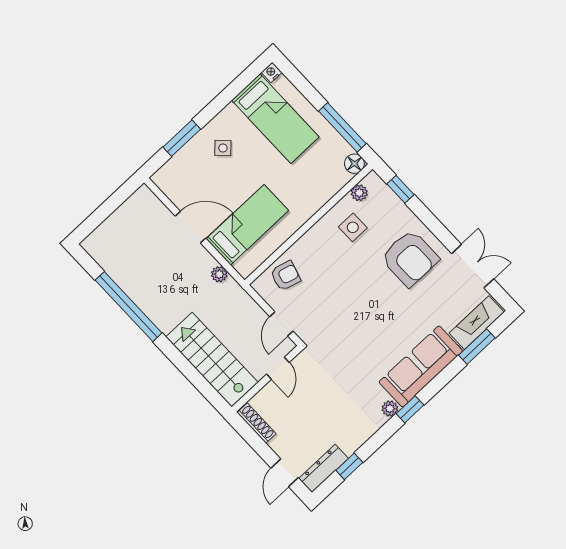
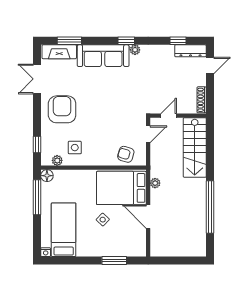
side table: (223, 148) -> (103, 220), moved
bed: (247, 225) -> (121, 188), width x1.50

